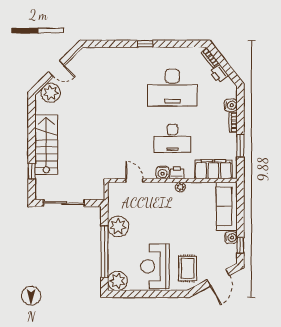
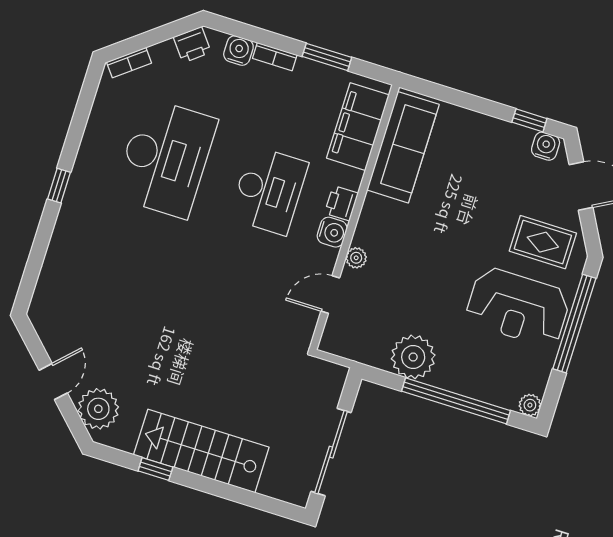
printer: (219, 74) -> (192, 45), moved
window: (32, 171) -> (155, 469), moved
plant: (180, 187) -> (356, 258), moved
sofa: (227, 206) -> (403, 147), moved, turned -90
water cooler: (231, 238) -> (546, 146), moved
plant: (117, 281) -> (530, 405), width x0.53, depth x0.53
window: (156, 294) -> (574, 324), added

